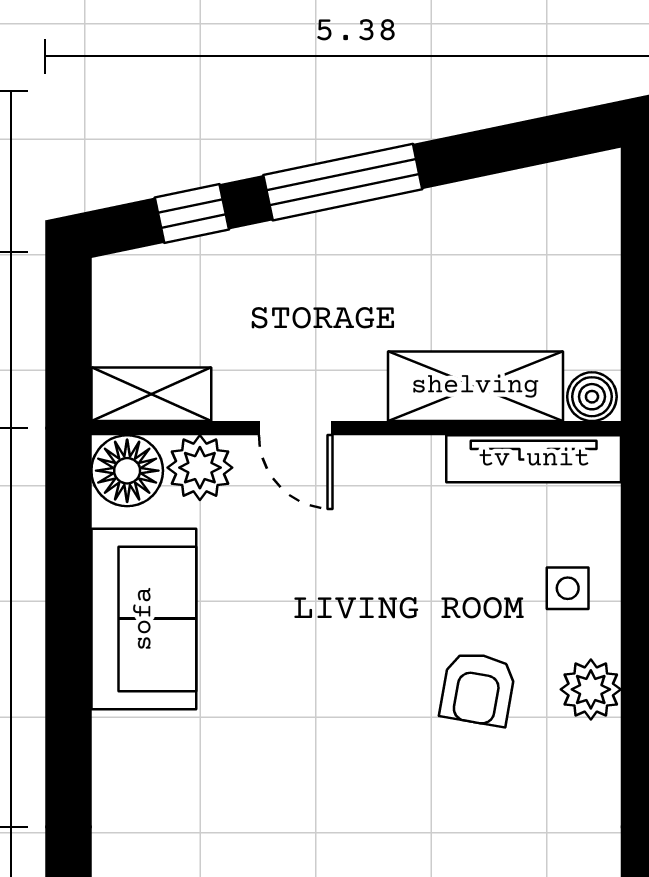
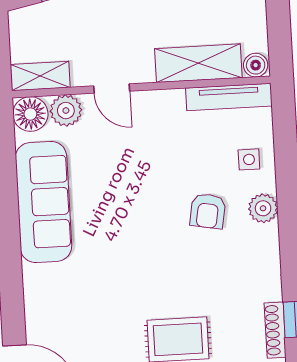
sofa: (144, 619) -> (43, 202), width x1.36

